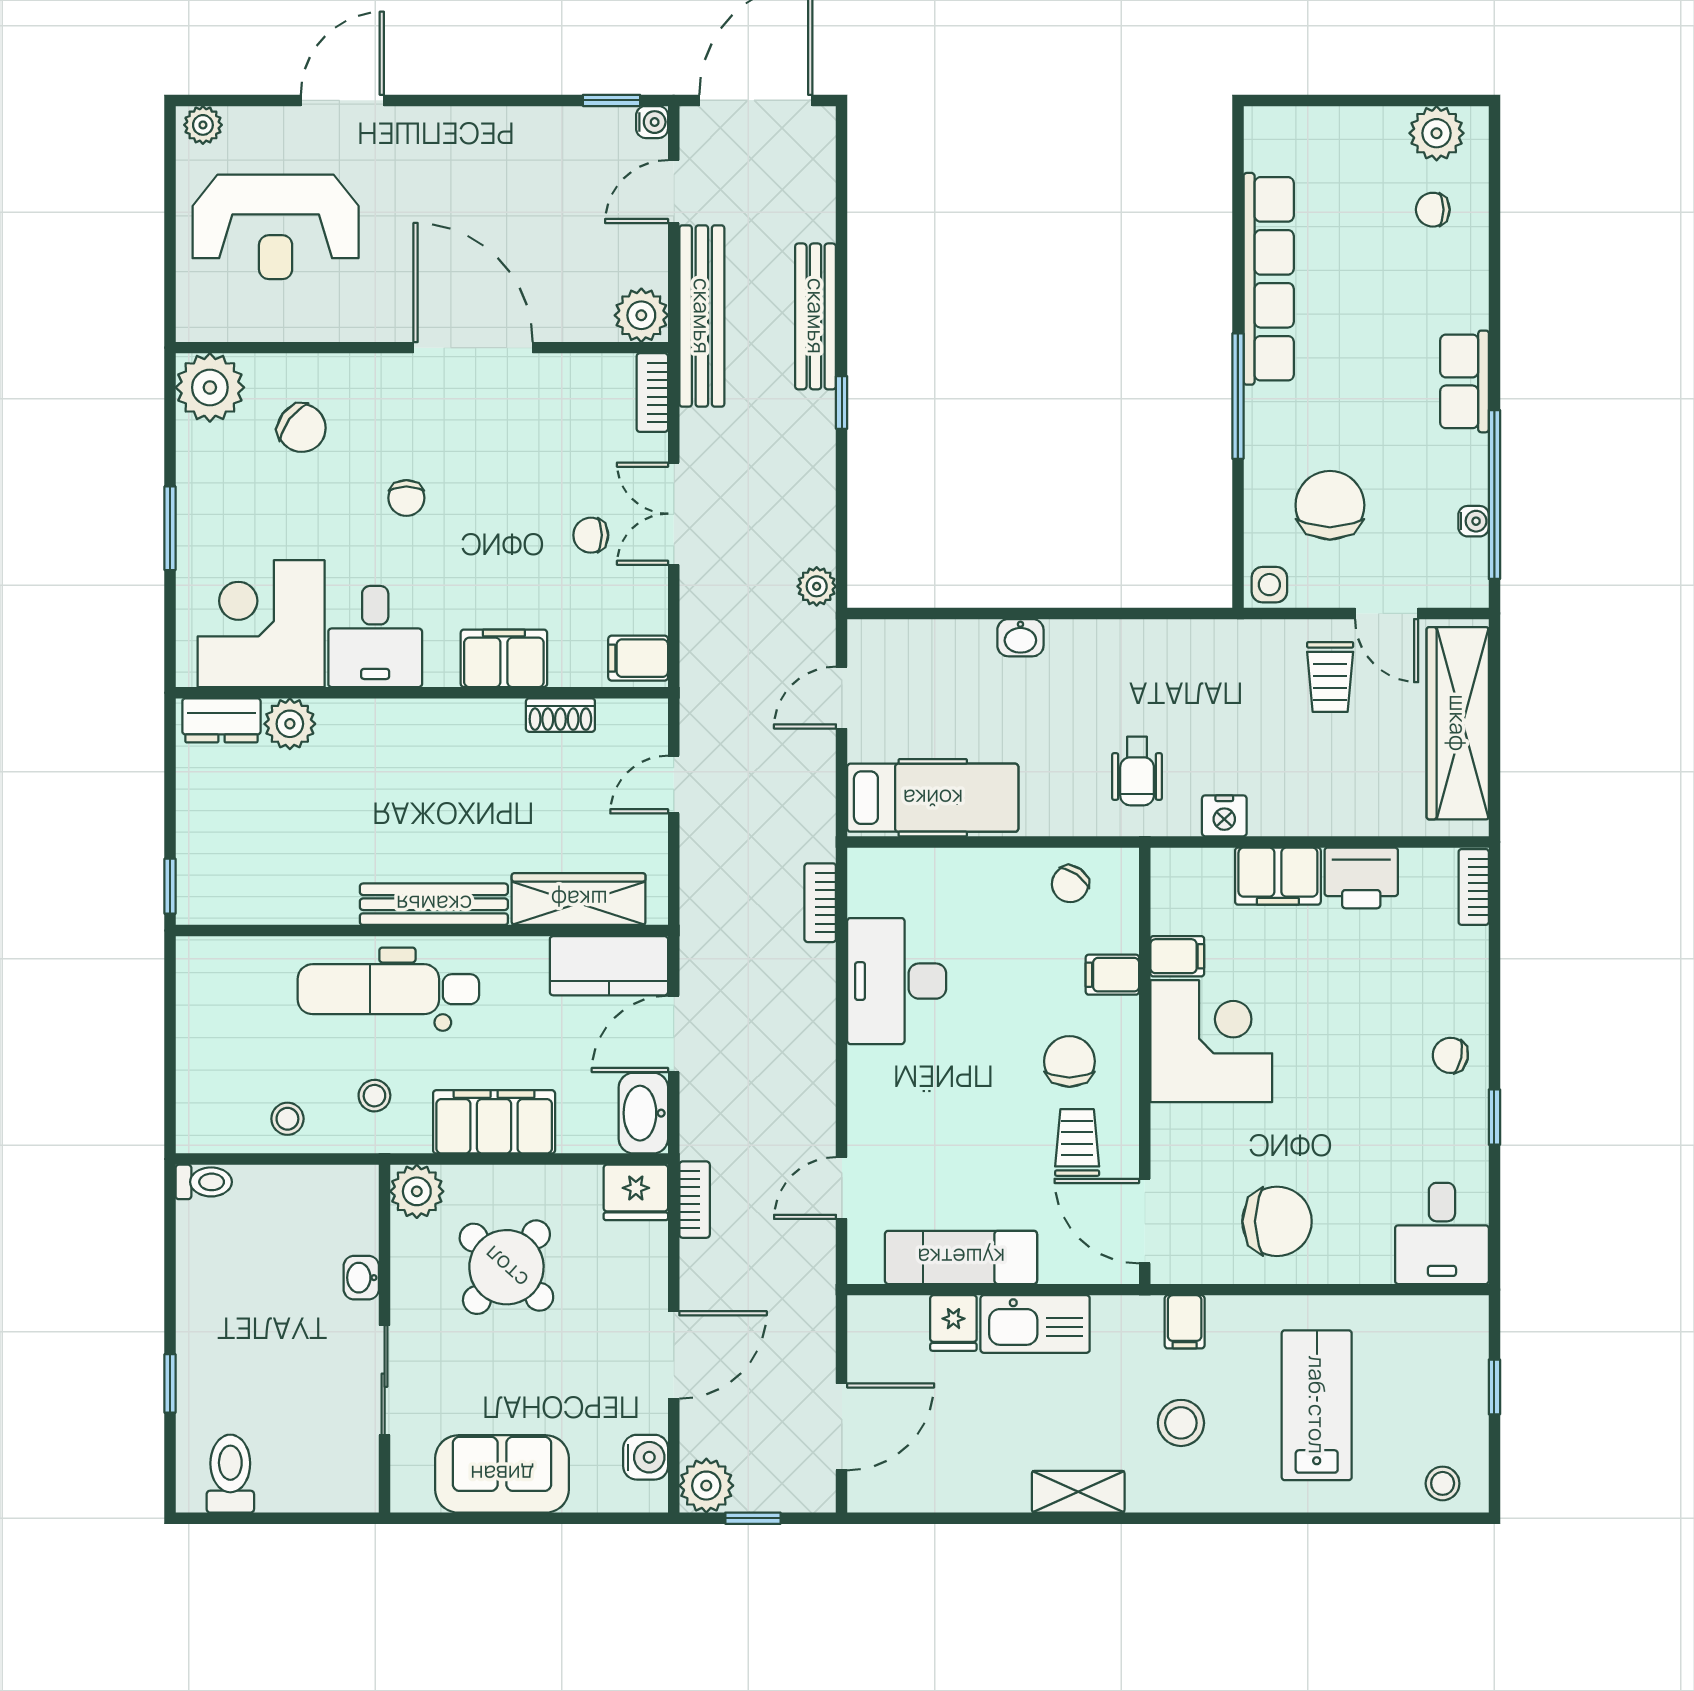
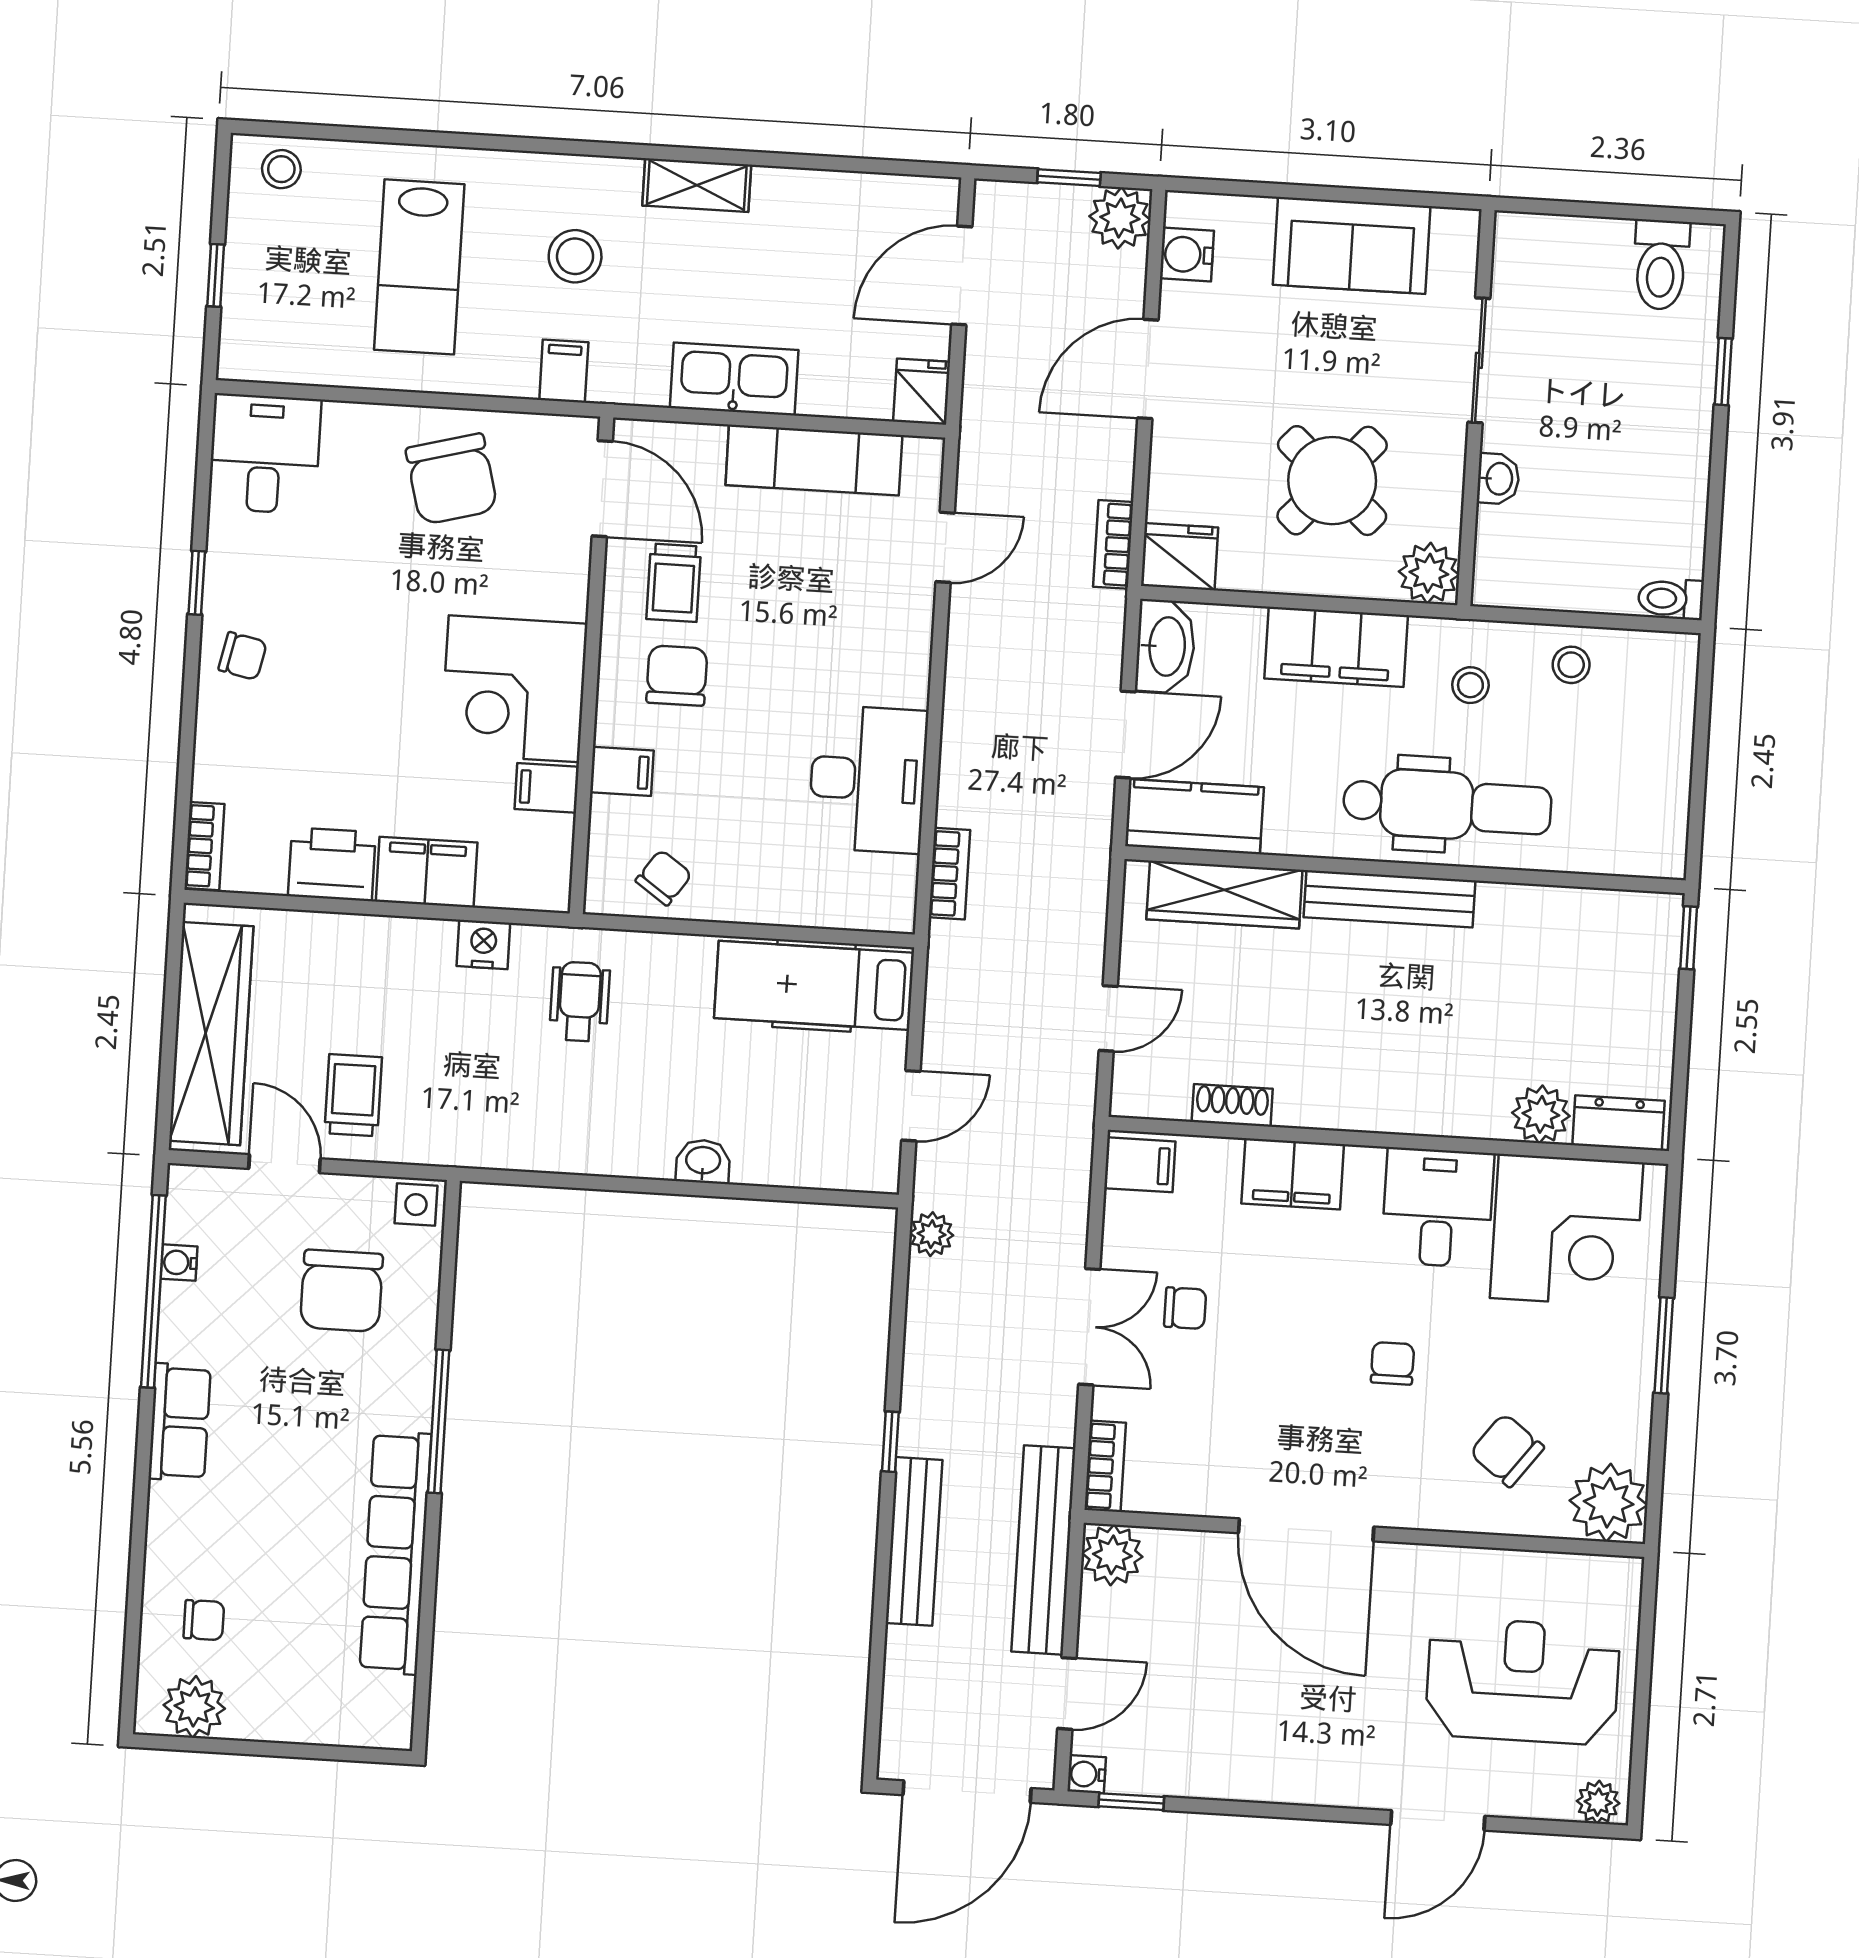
chair: (1069, 1061) -> (677, 676), turned 180
chair: (1277, 1221) -> (452, 479), turned -105
fridge: (953, 1323) -> (922, 392), moved

